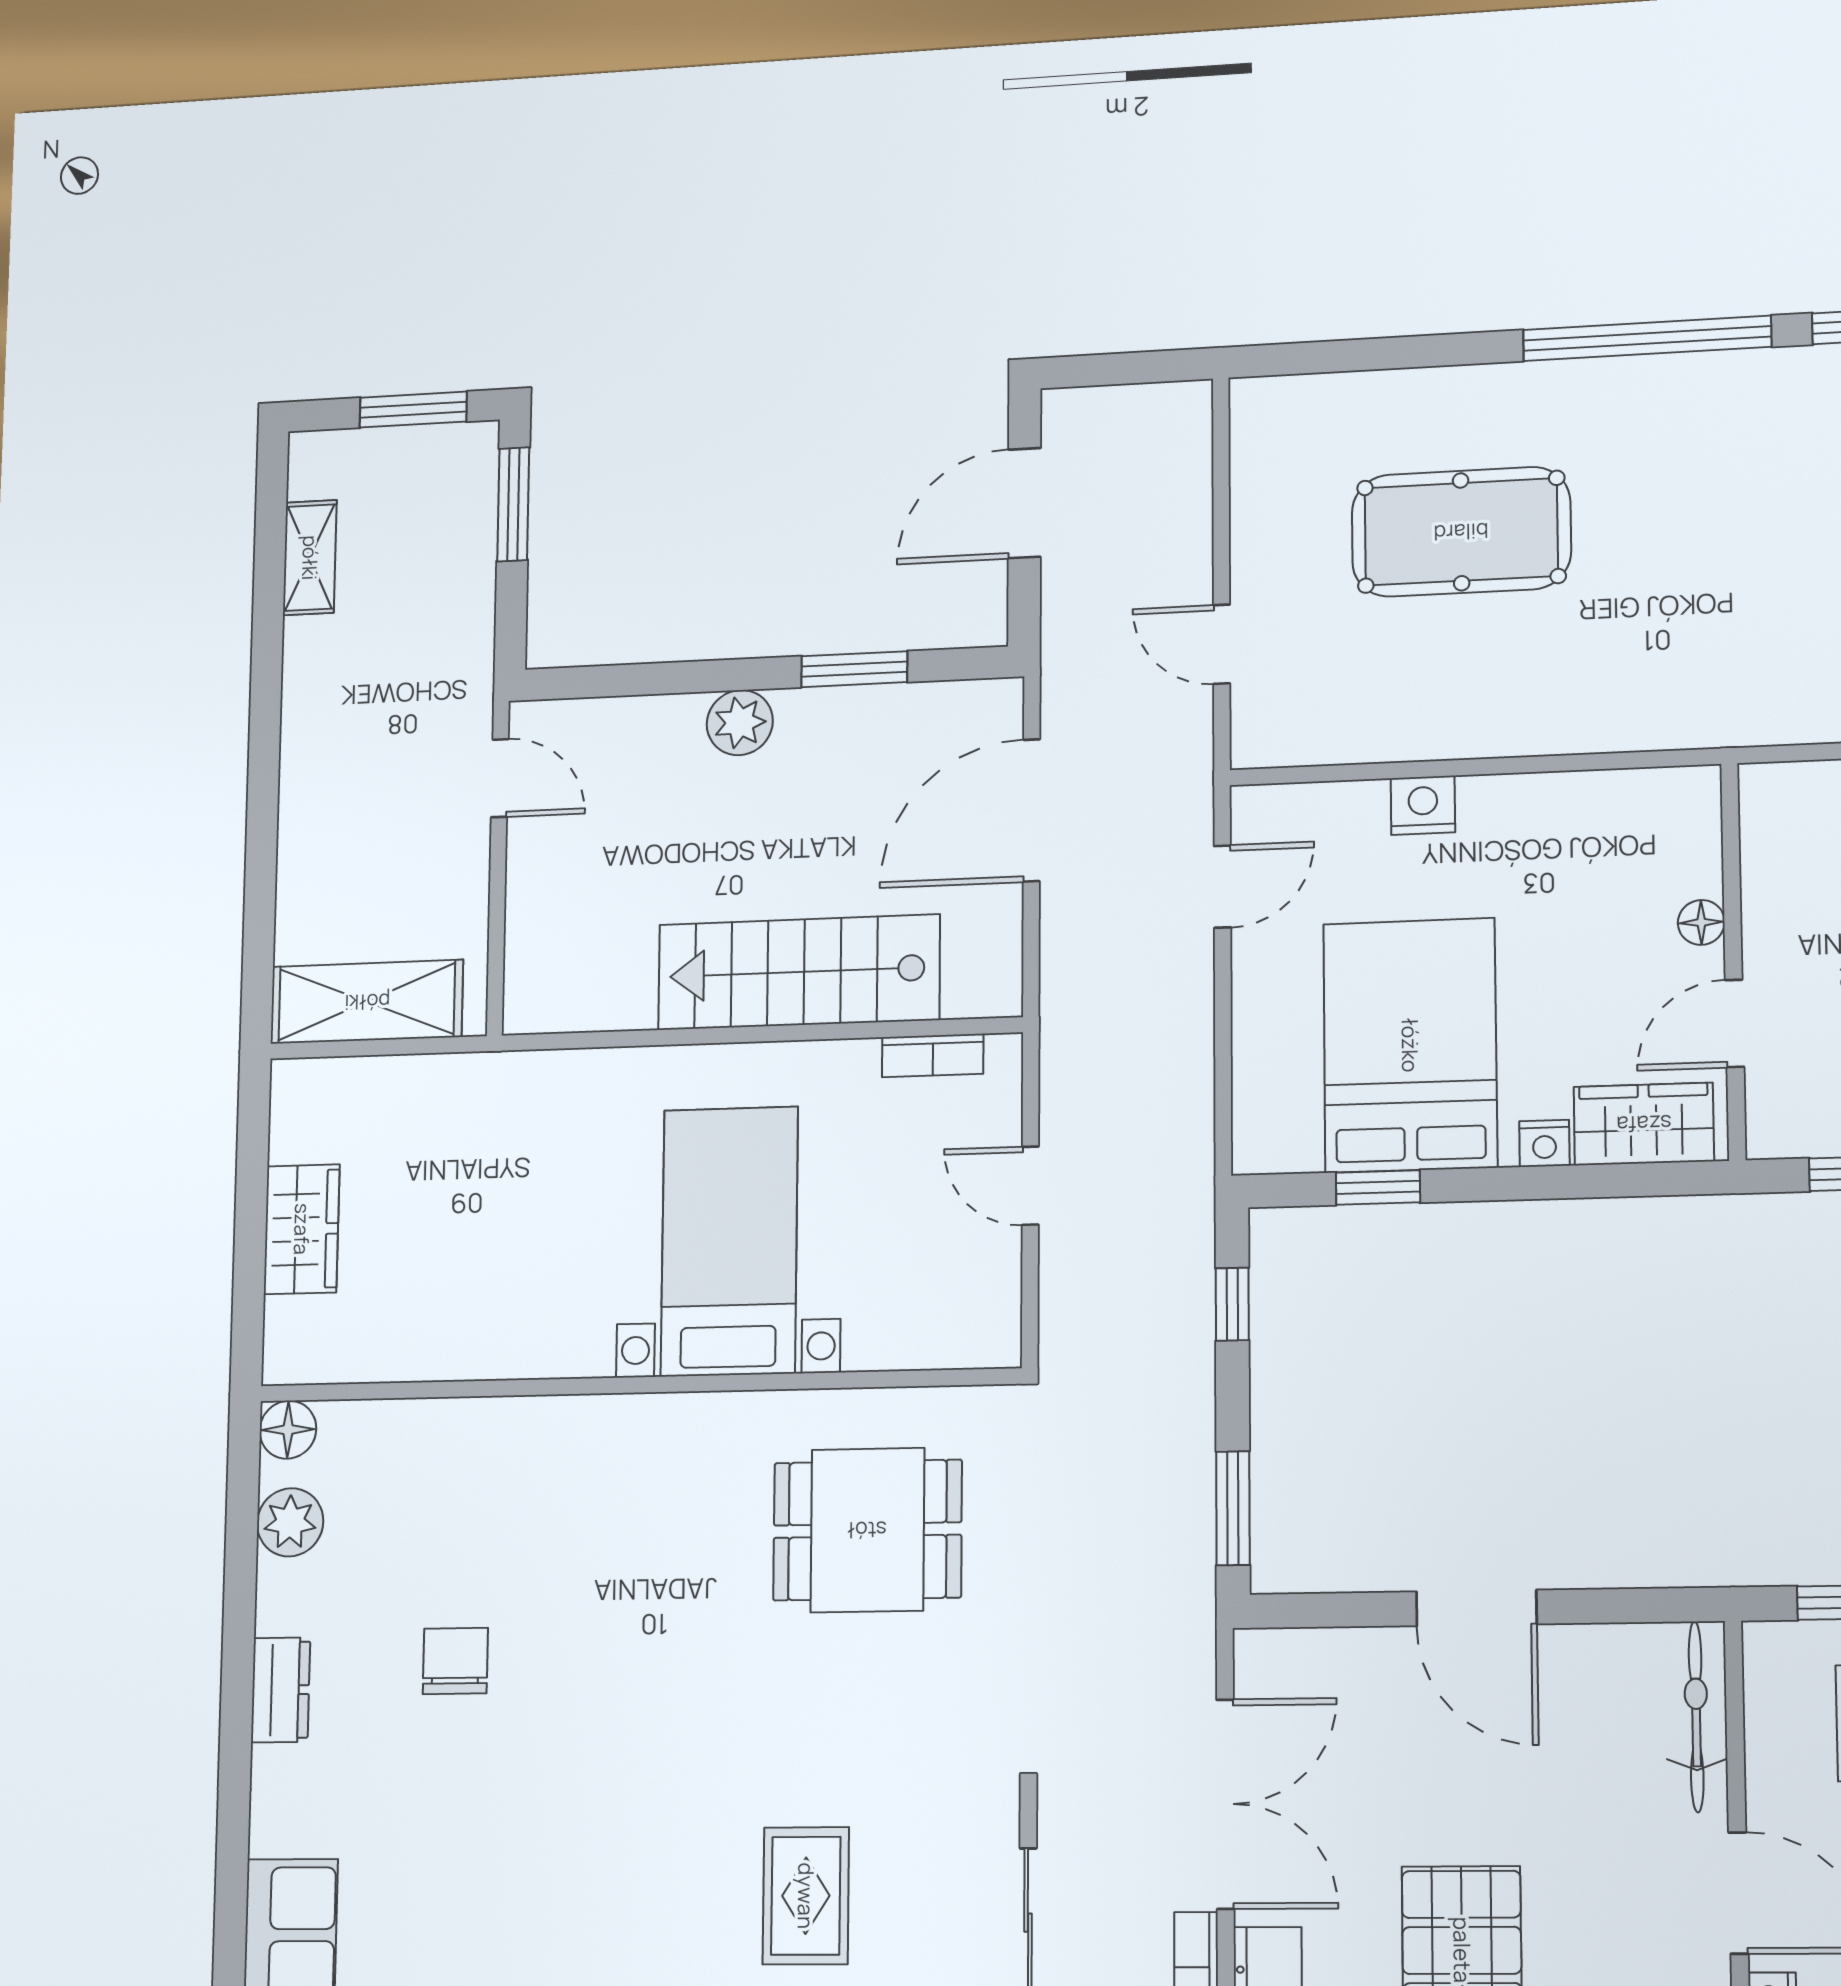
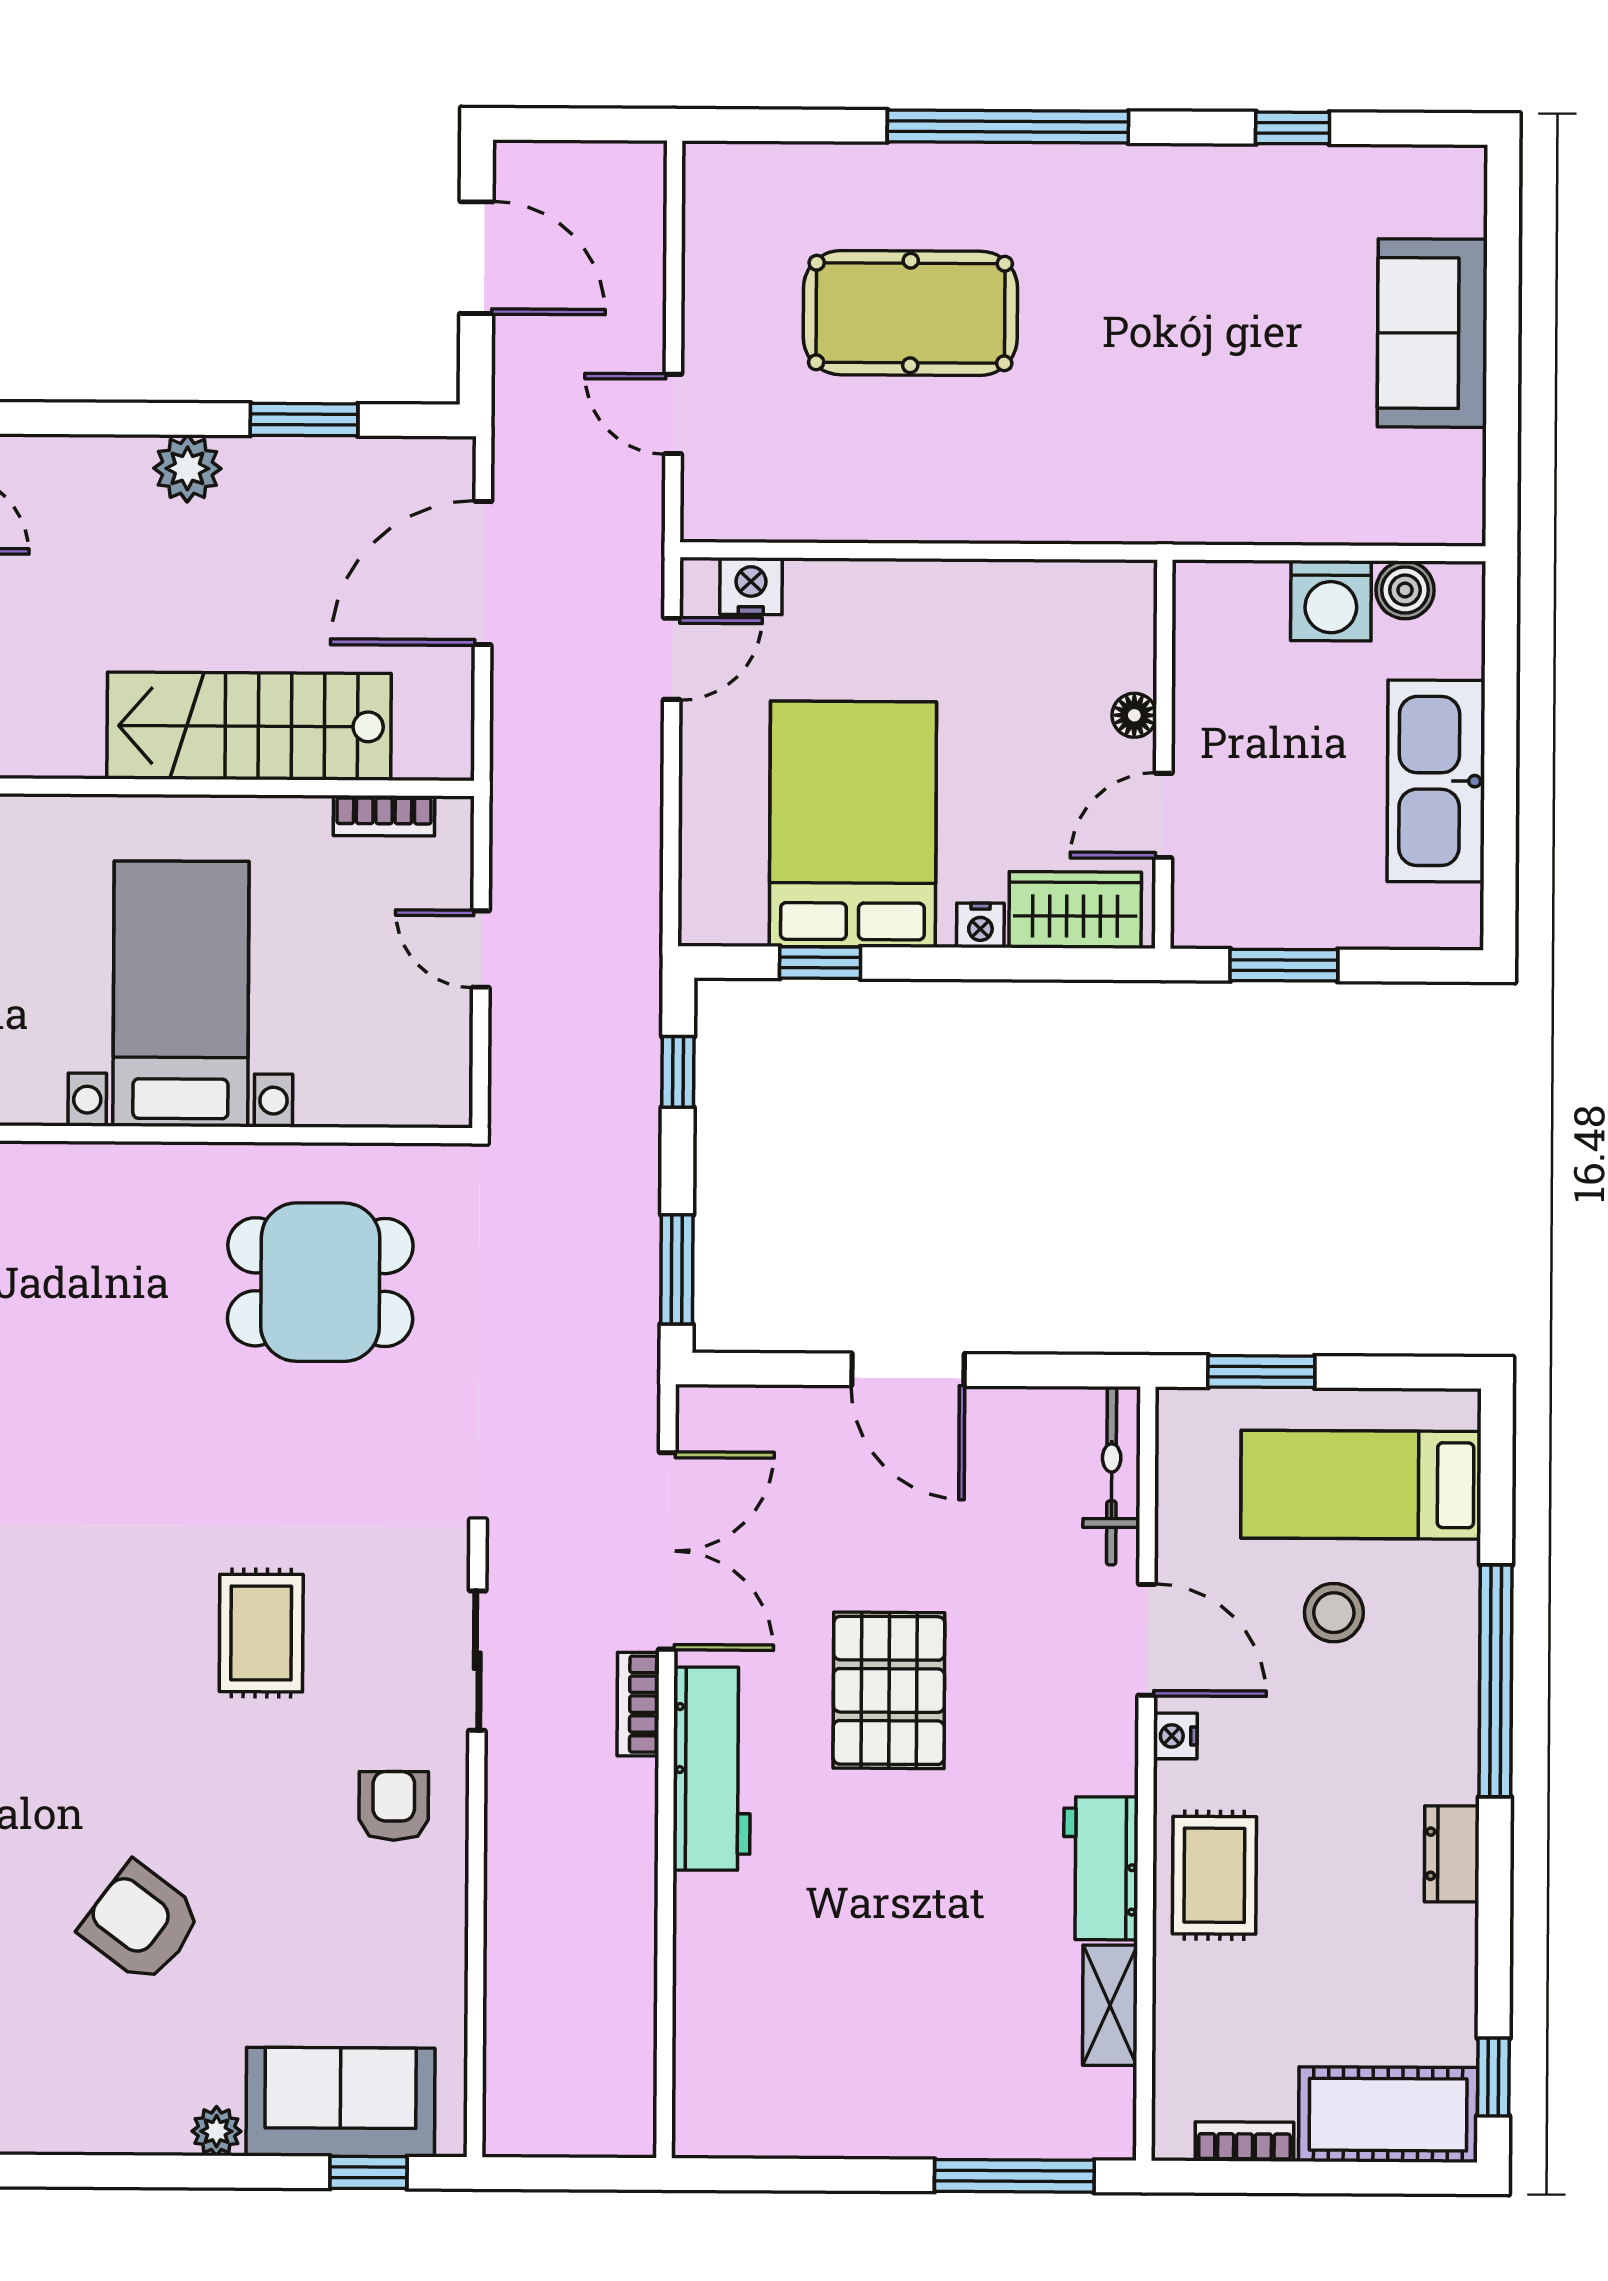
window: (1647, 338) -> (1008, 126), moved
door: (1024, 503) -> (476, 258), swing flipped
nightstand: (1423, 805) -> (751, 586), moved

